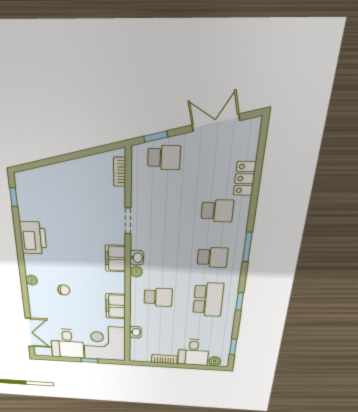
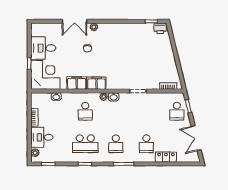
double door: (216, 123) -> (196, 138), swing flipped
printer: (33, 238) -> (160, 28), moved, width x0.53, depth x0.68
filing cabinet: (115, 258) -> (97, 83), moved
double door: (30, 332) -> (74, 21), moved

